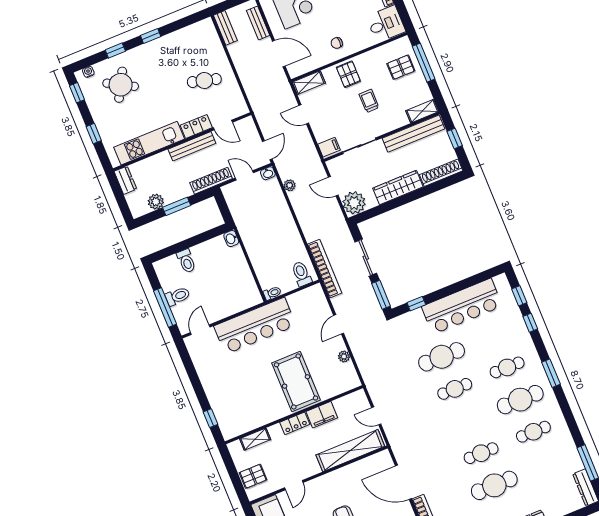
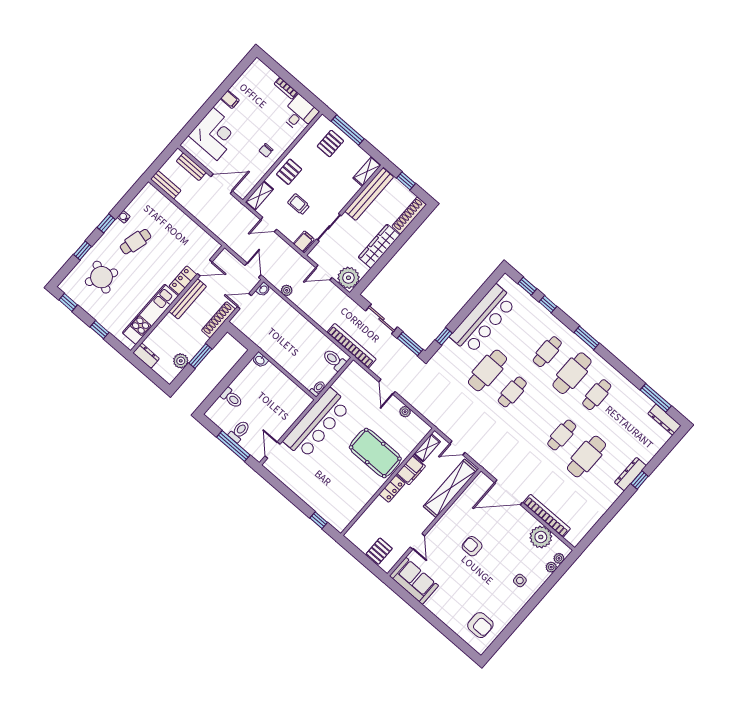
water cooler: (88, 72) -> (124, 217), moved
pallet: (348, 74) -> (289, 172), turned 90
cafe table: (204, 81) -> (136, 242), moved
trolley: (369, 101) -> (299, 204), moved
shelving: (255, 439) -> (427, 448), moved

